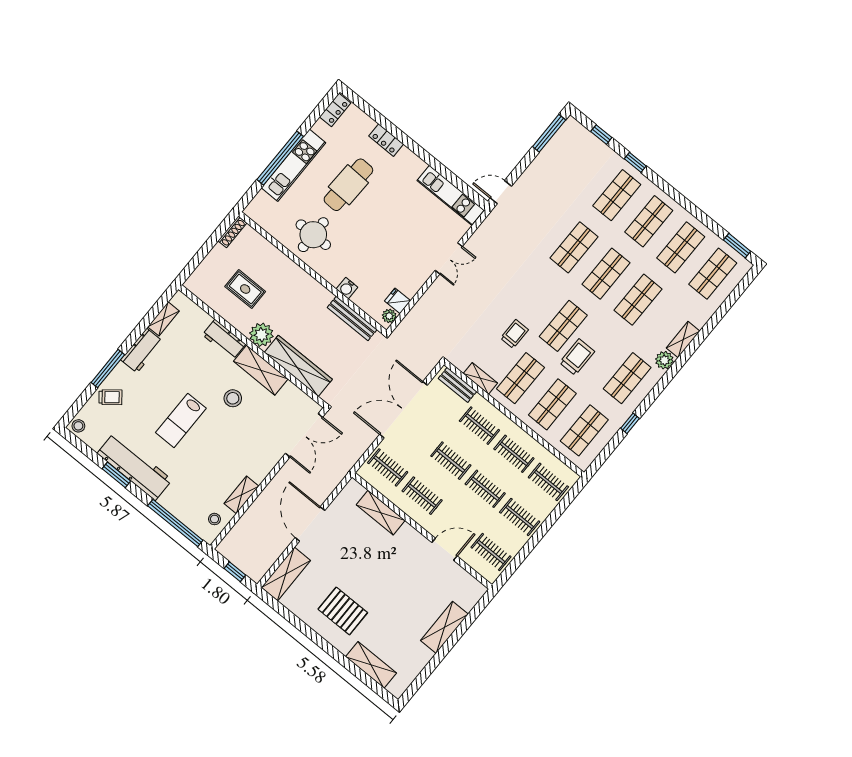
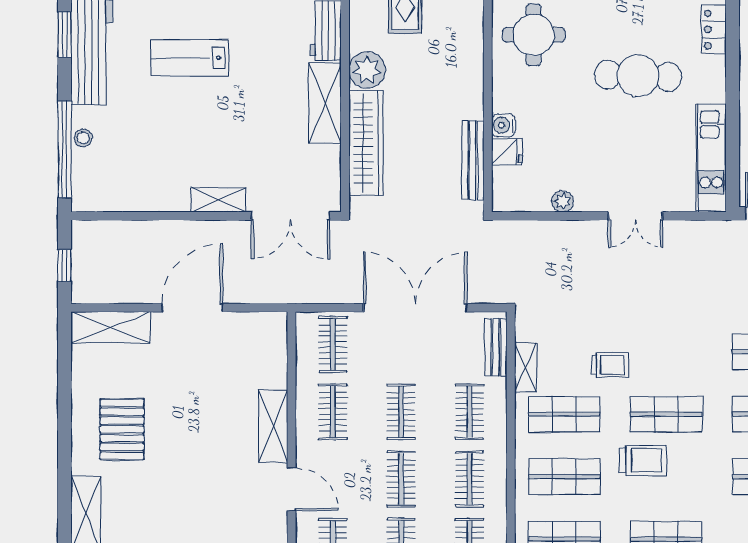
cafe table: (348, 185) -> (638, 76), moved
fridge: (398, 301) -> (507, 152), moved, turned 90
plant: (389, 316) -> (563, 201), moved
stool: (233, 398) -> (265, 97), removed
shelving: (241, 495) -> (218, 200), moved
shelving: (381, 513) -> (273, 426), moved
stool: (214, 519) -> (83, 138), moved

